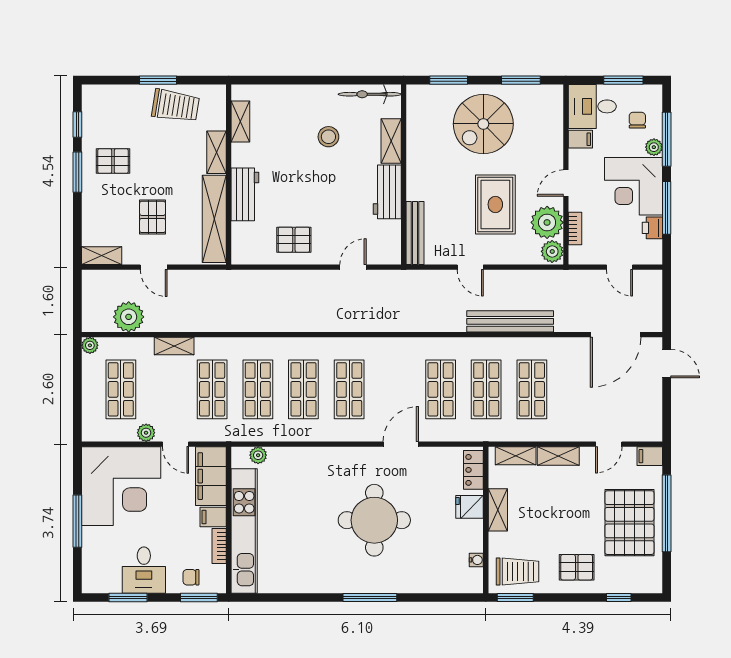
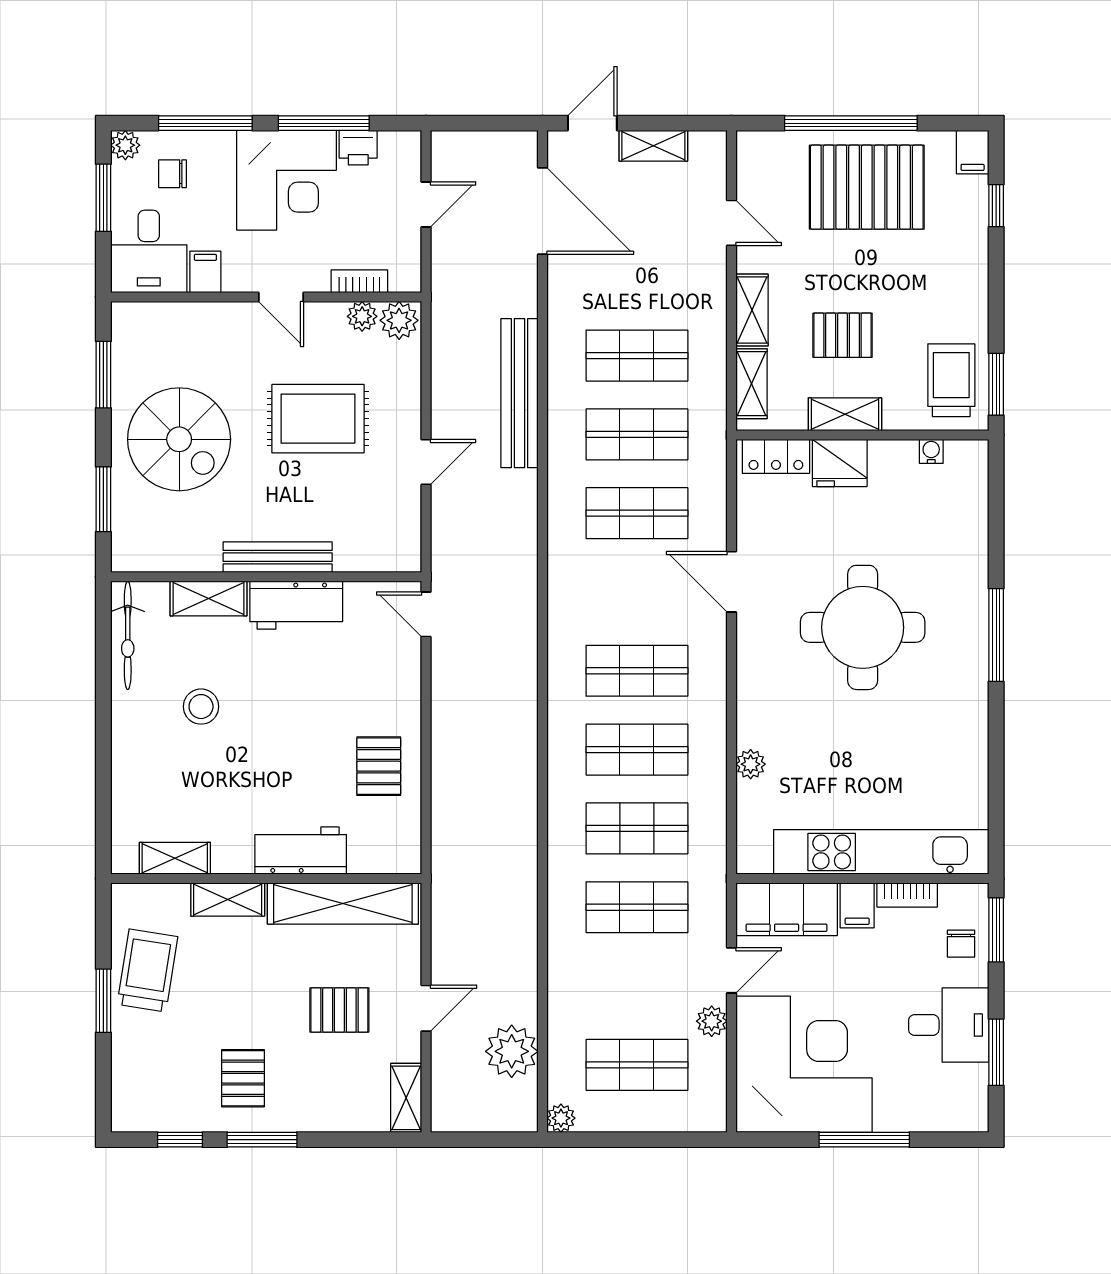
plant: (654, 147) -> (125, 145), moved
plant: (547, 222) -> (362, 316), width x0.53, depth x0.53
bench: (415, 233) -> (278, 557), moved
door: (353, 267) -> (426, 614), moved
shelving: (174, 346) -> (653, 146), moved, turned 90
plant: (258, 455) -> (751, 764), moved
filing cabinet: (650, 456) -> (973, 152), moved
fridge: (470, 507) -> (840, 463), width x1.38
pallet: (577, 567) -> (843, 335), moved, turned 90

